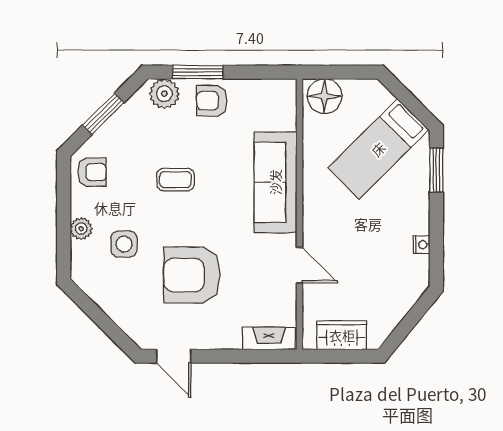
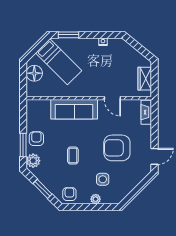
floor lamp: (325, 96) -> (34, 73), moved
armchair: (212, 101) -> (36, 139), turned 180
door: (299, 265) -> (112, 98), swing flipped
armchair: (192, 275) -> (117, 148), turned 90

